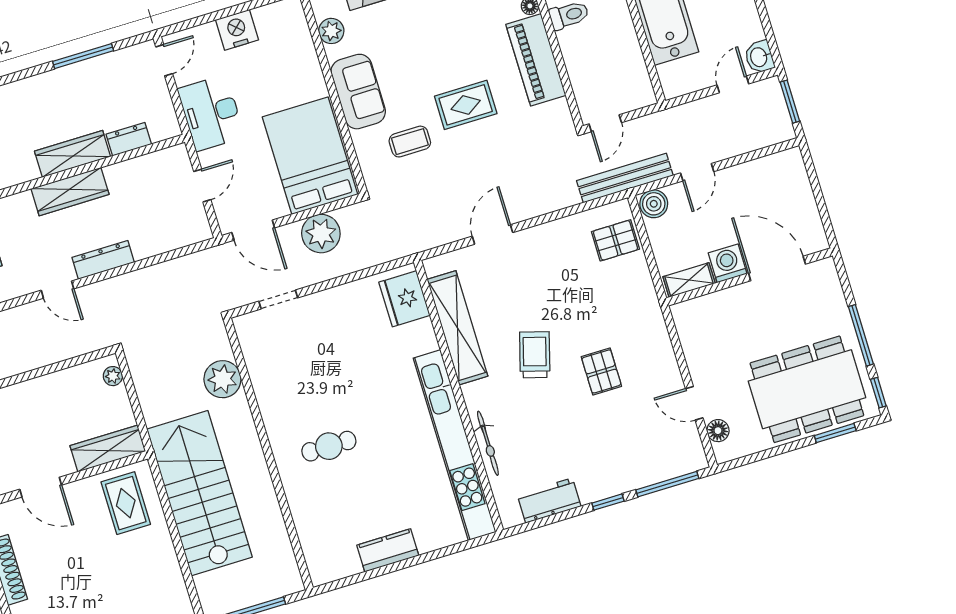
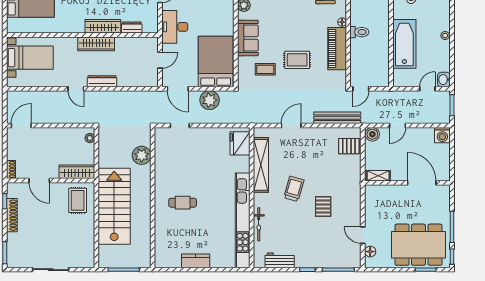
bench: (625, 178) -> (337, 118), moved
washing machine: (728, 263) -> (442, 135), moved, turned 180

